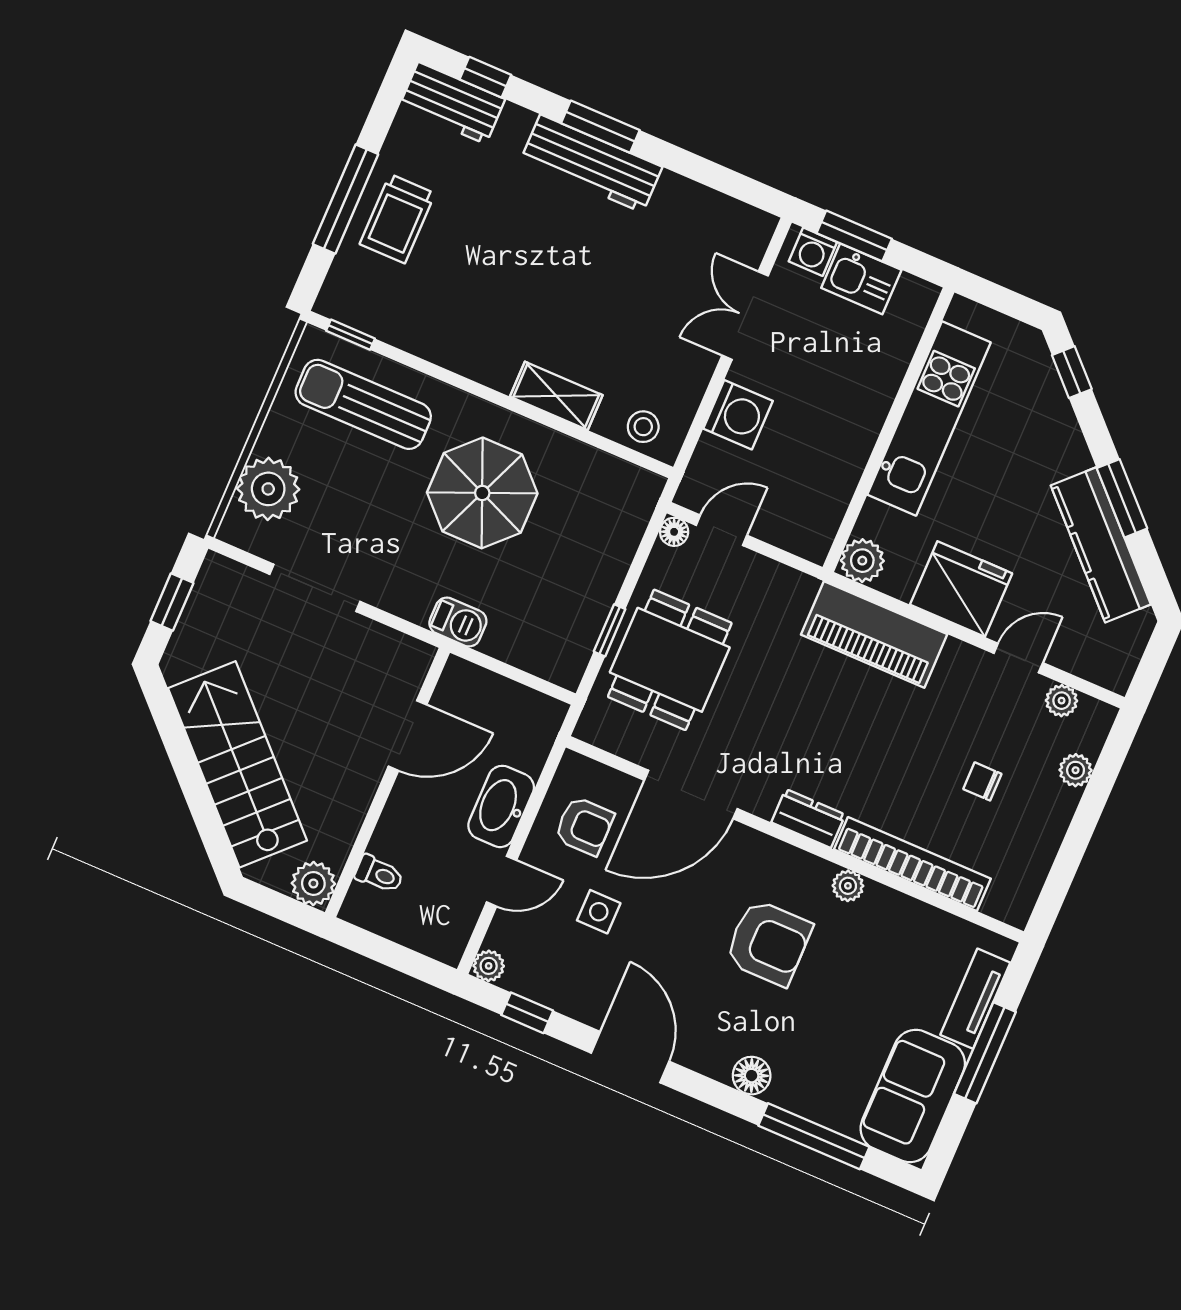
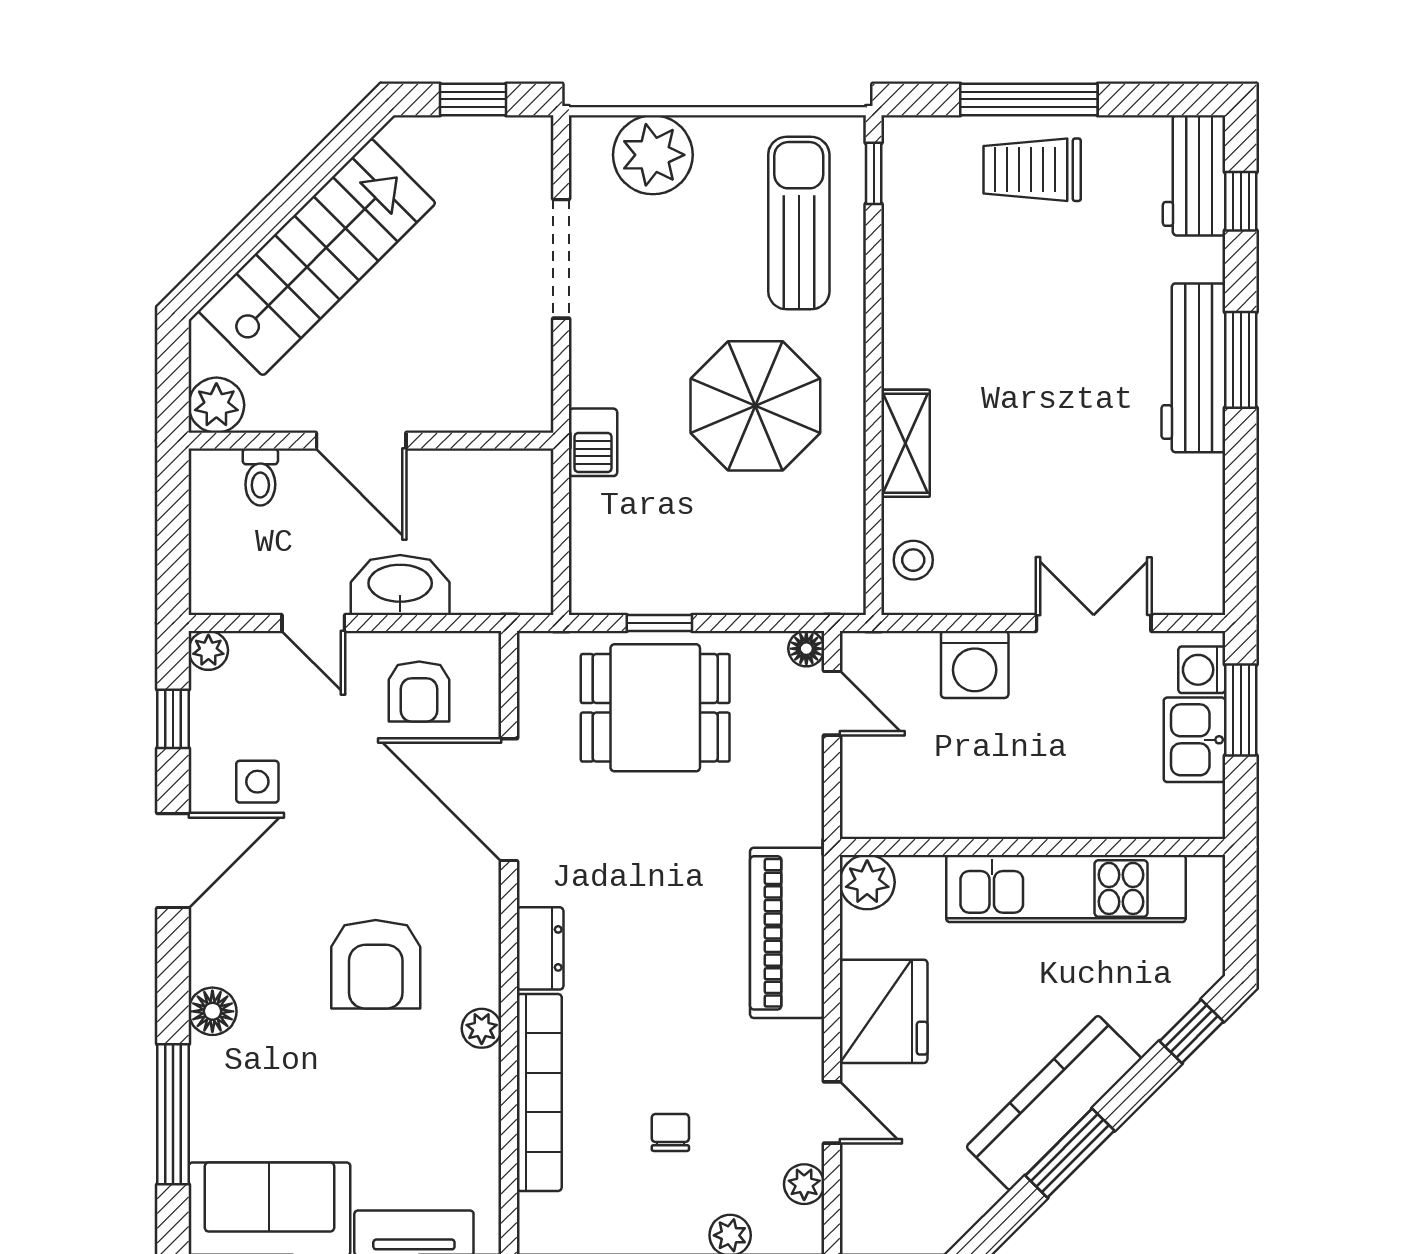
kitchen counter: (1101, 545) -> (1054, 1103), moved
door: (408, 736) -> (361, 441), moved
side table: (599, 912) -> (257, 782), moved

